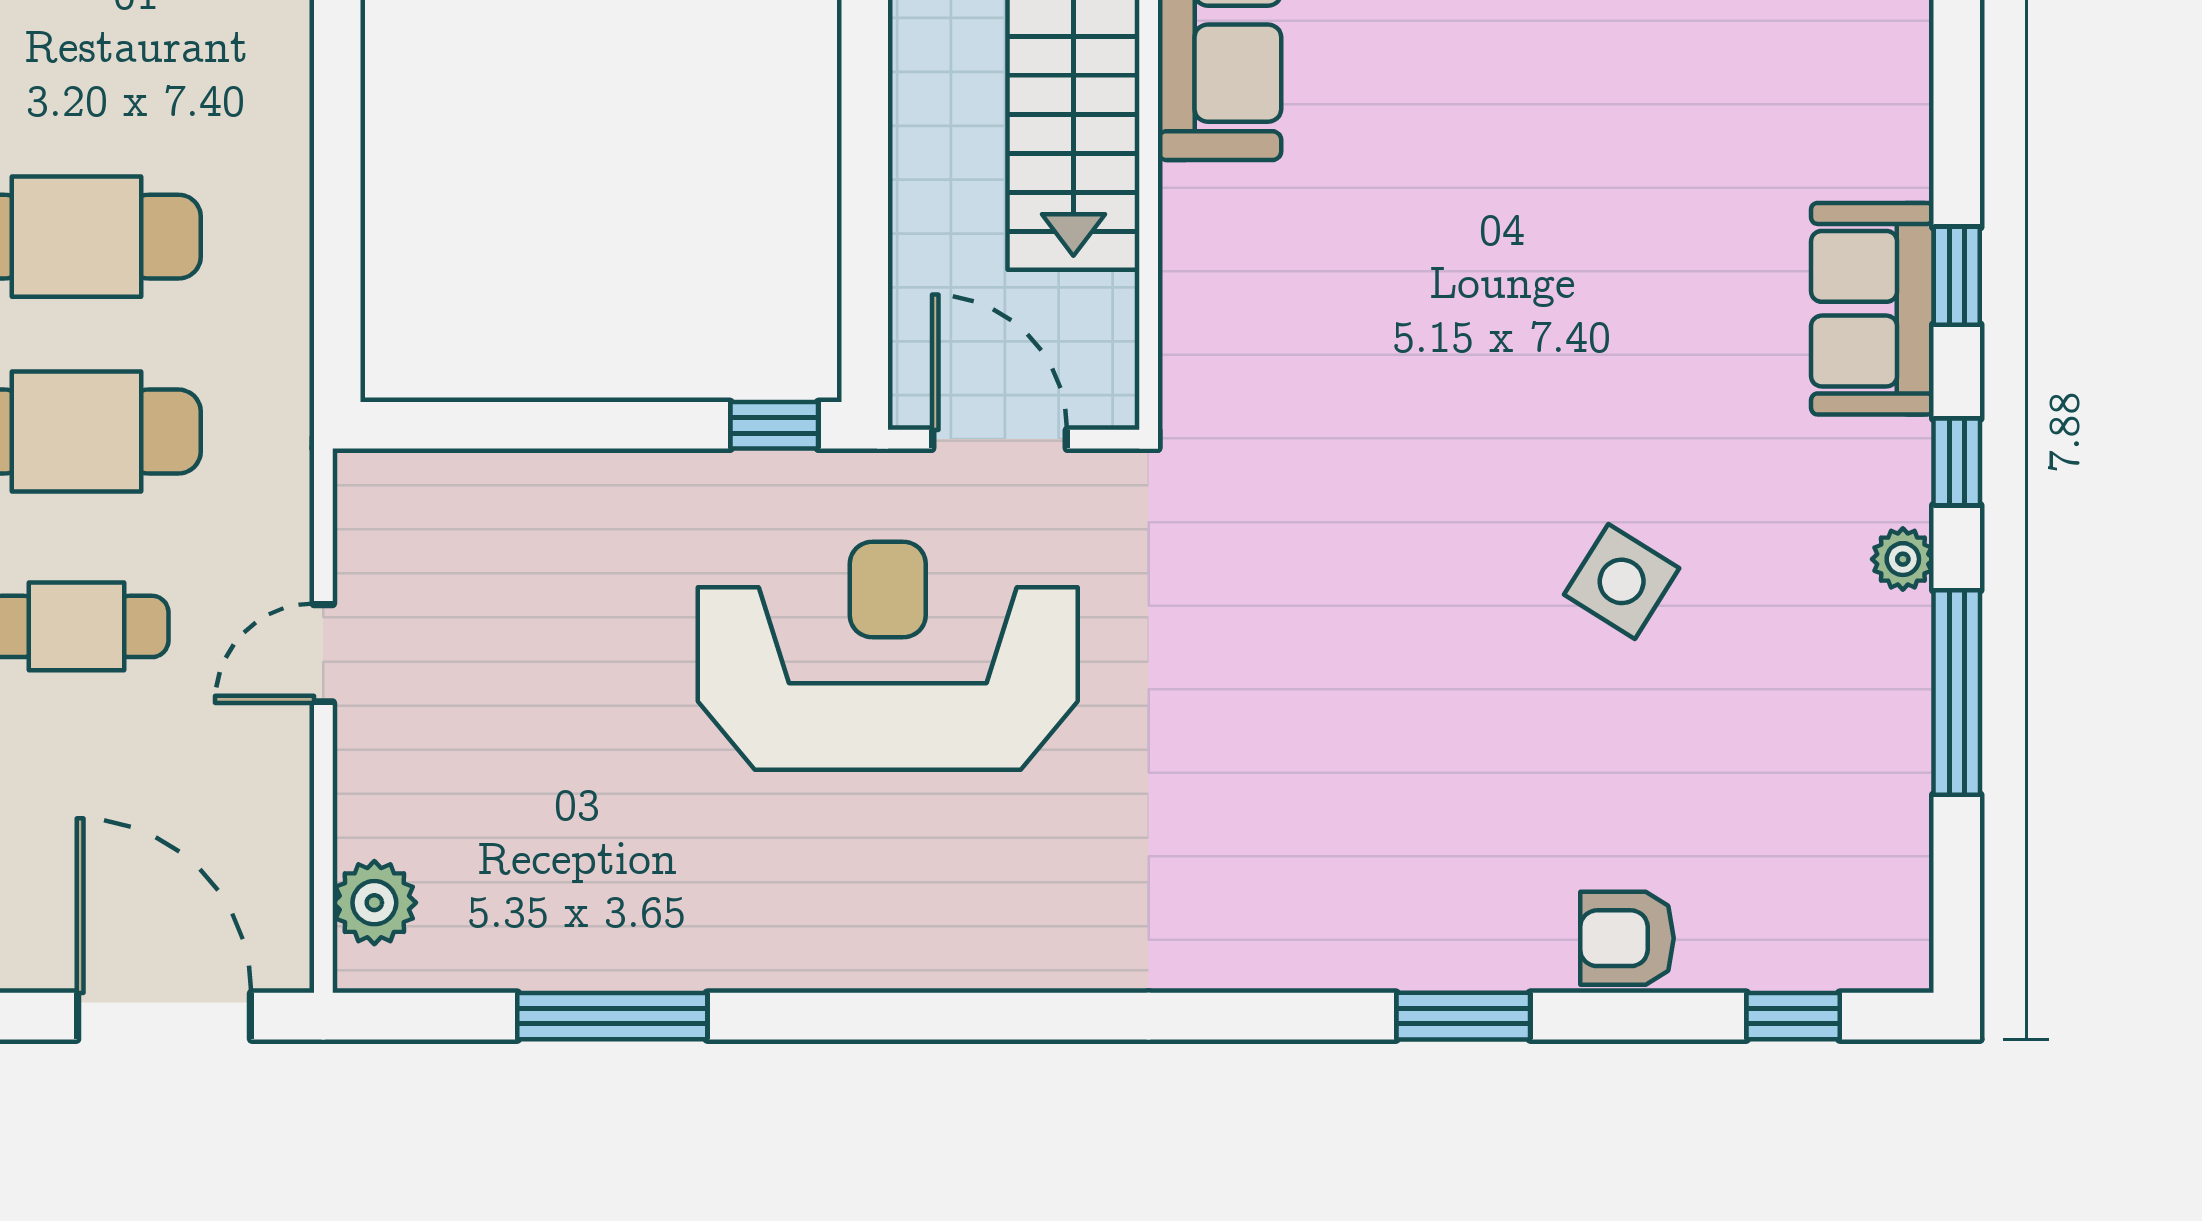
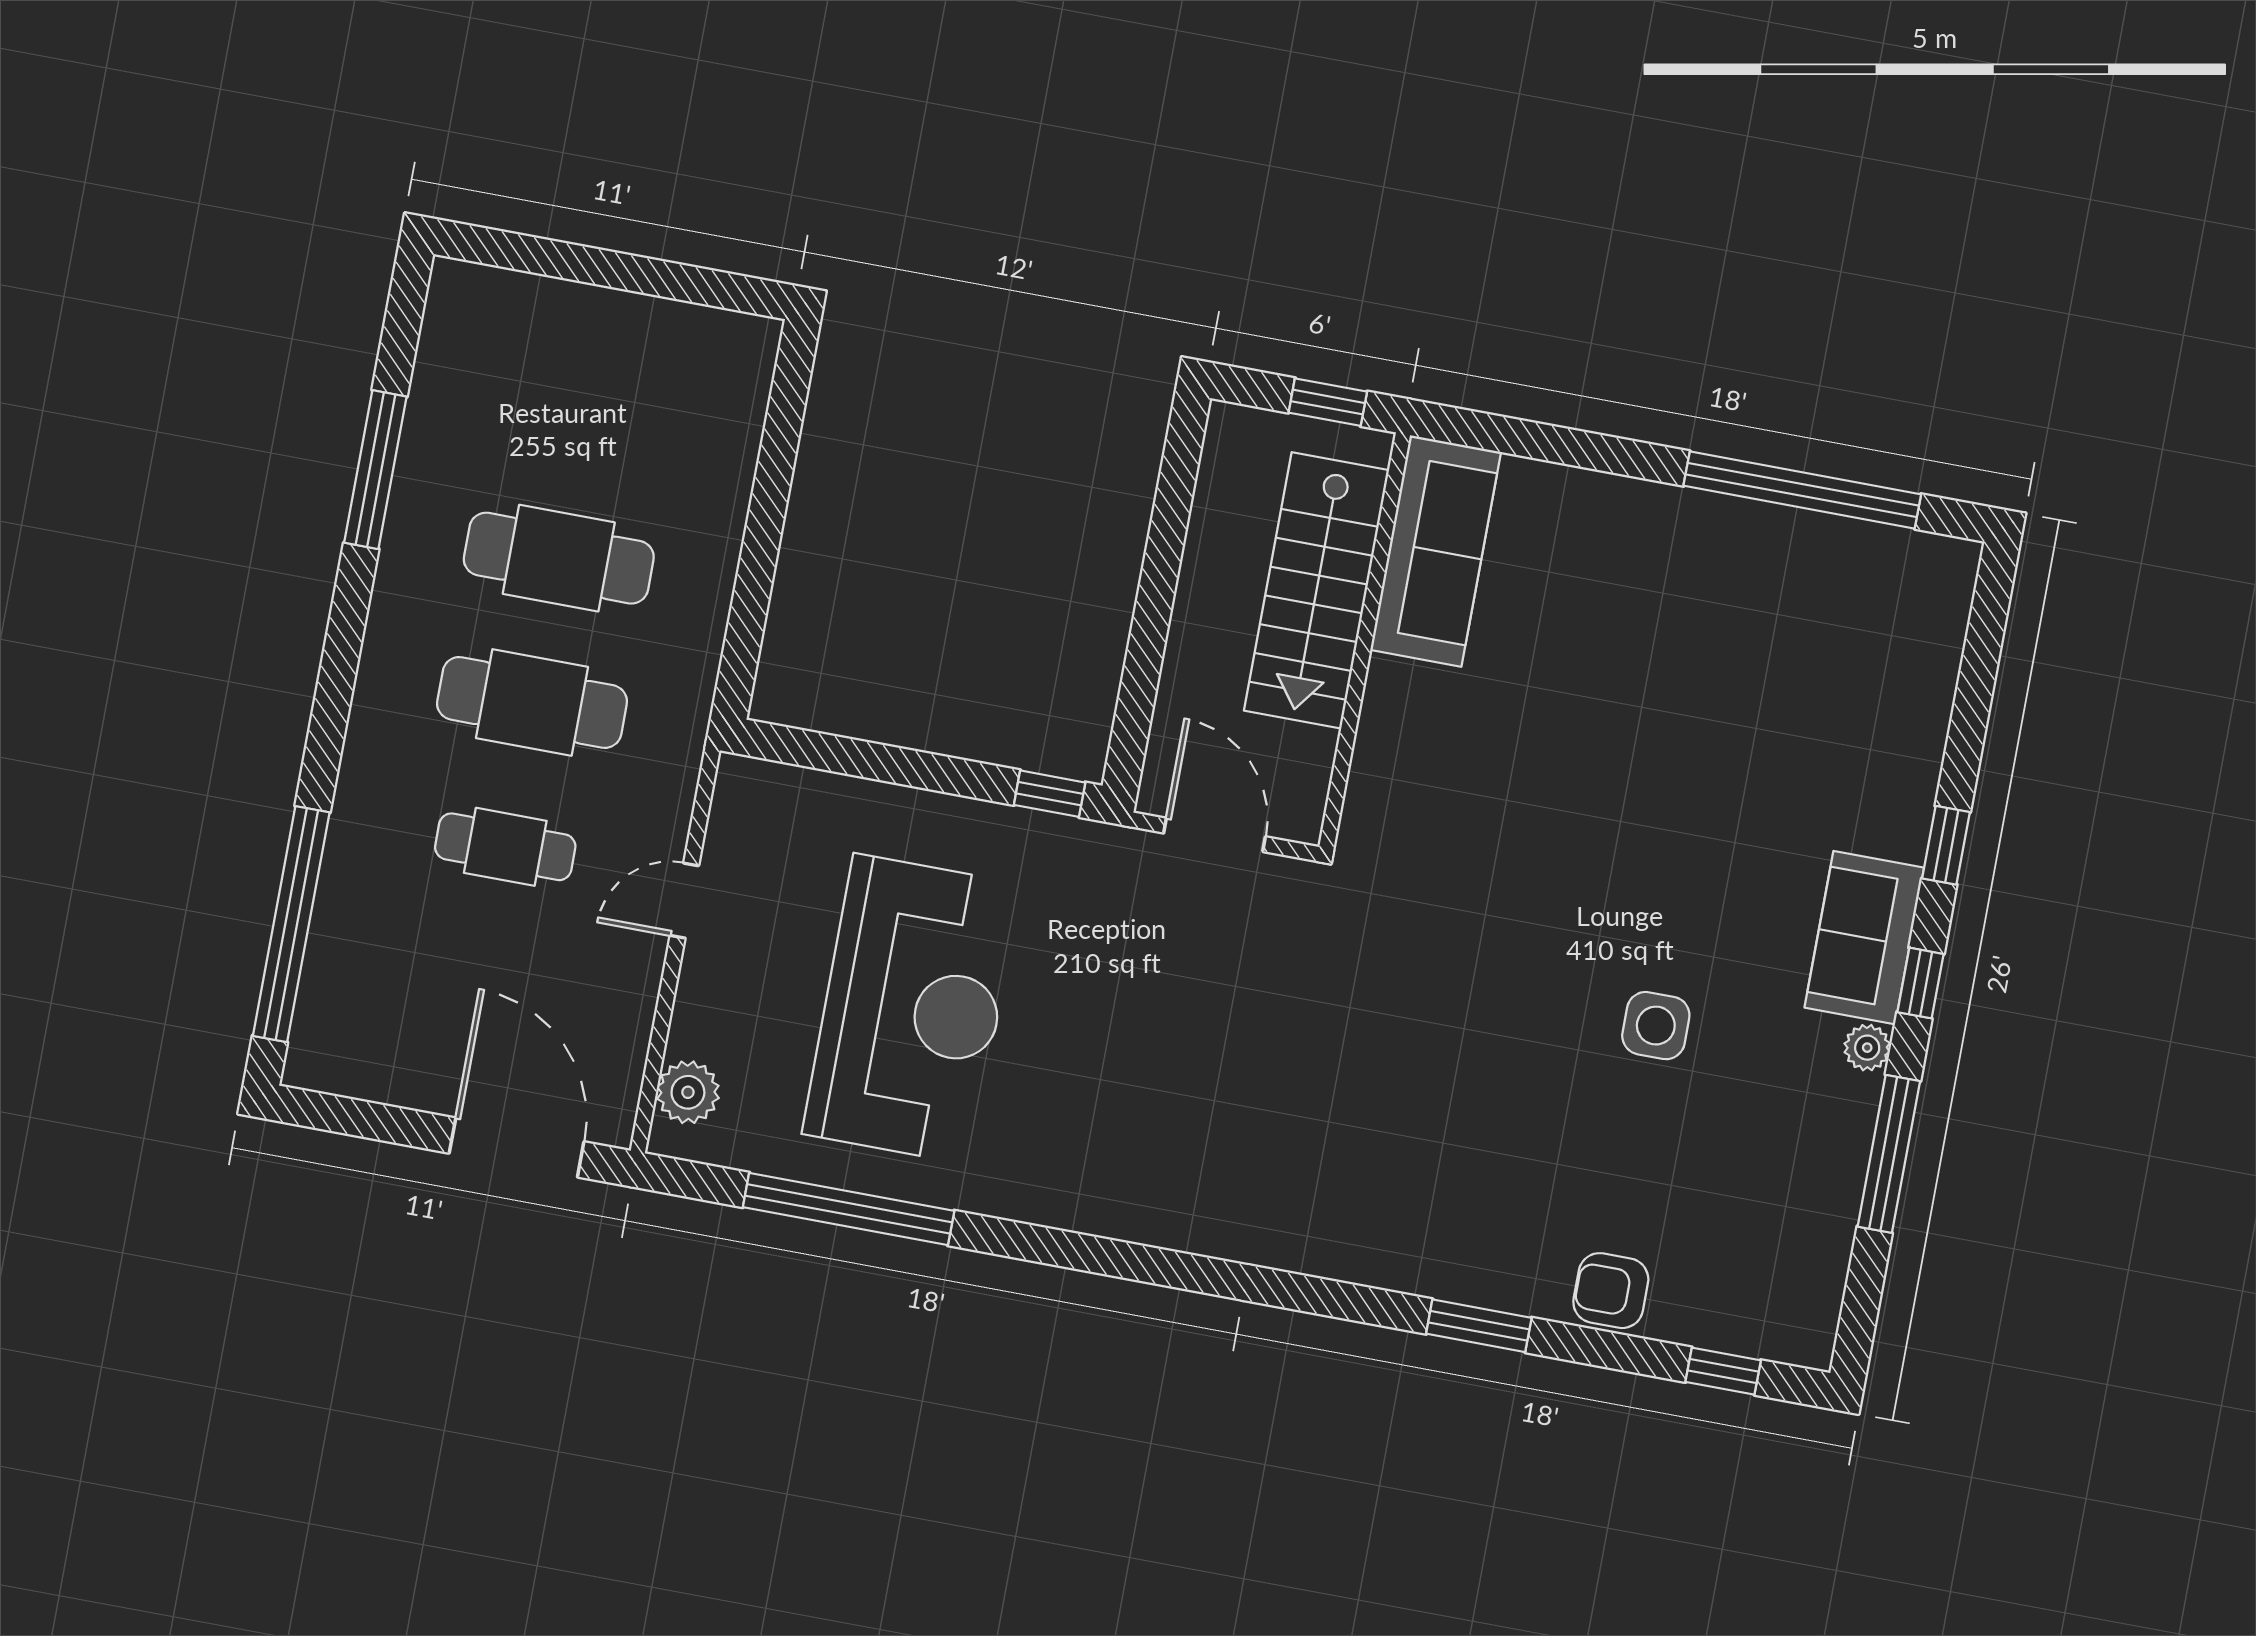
sofa: (1872, 309) -> (1864, 938), moved
side table: (1622, 581) -> (1656, 1026), turned -32
reception desk: (888, 656) -> (912, 1009), moved, turned 90
window: (612, 1016) -> (849, 1209), width x1.46

